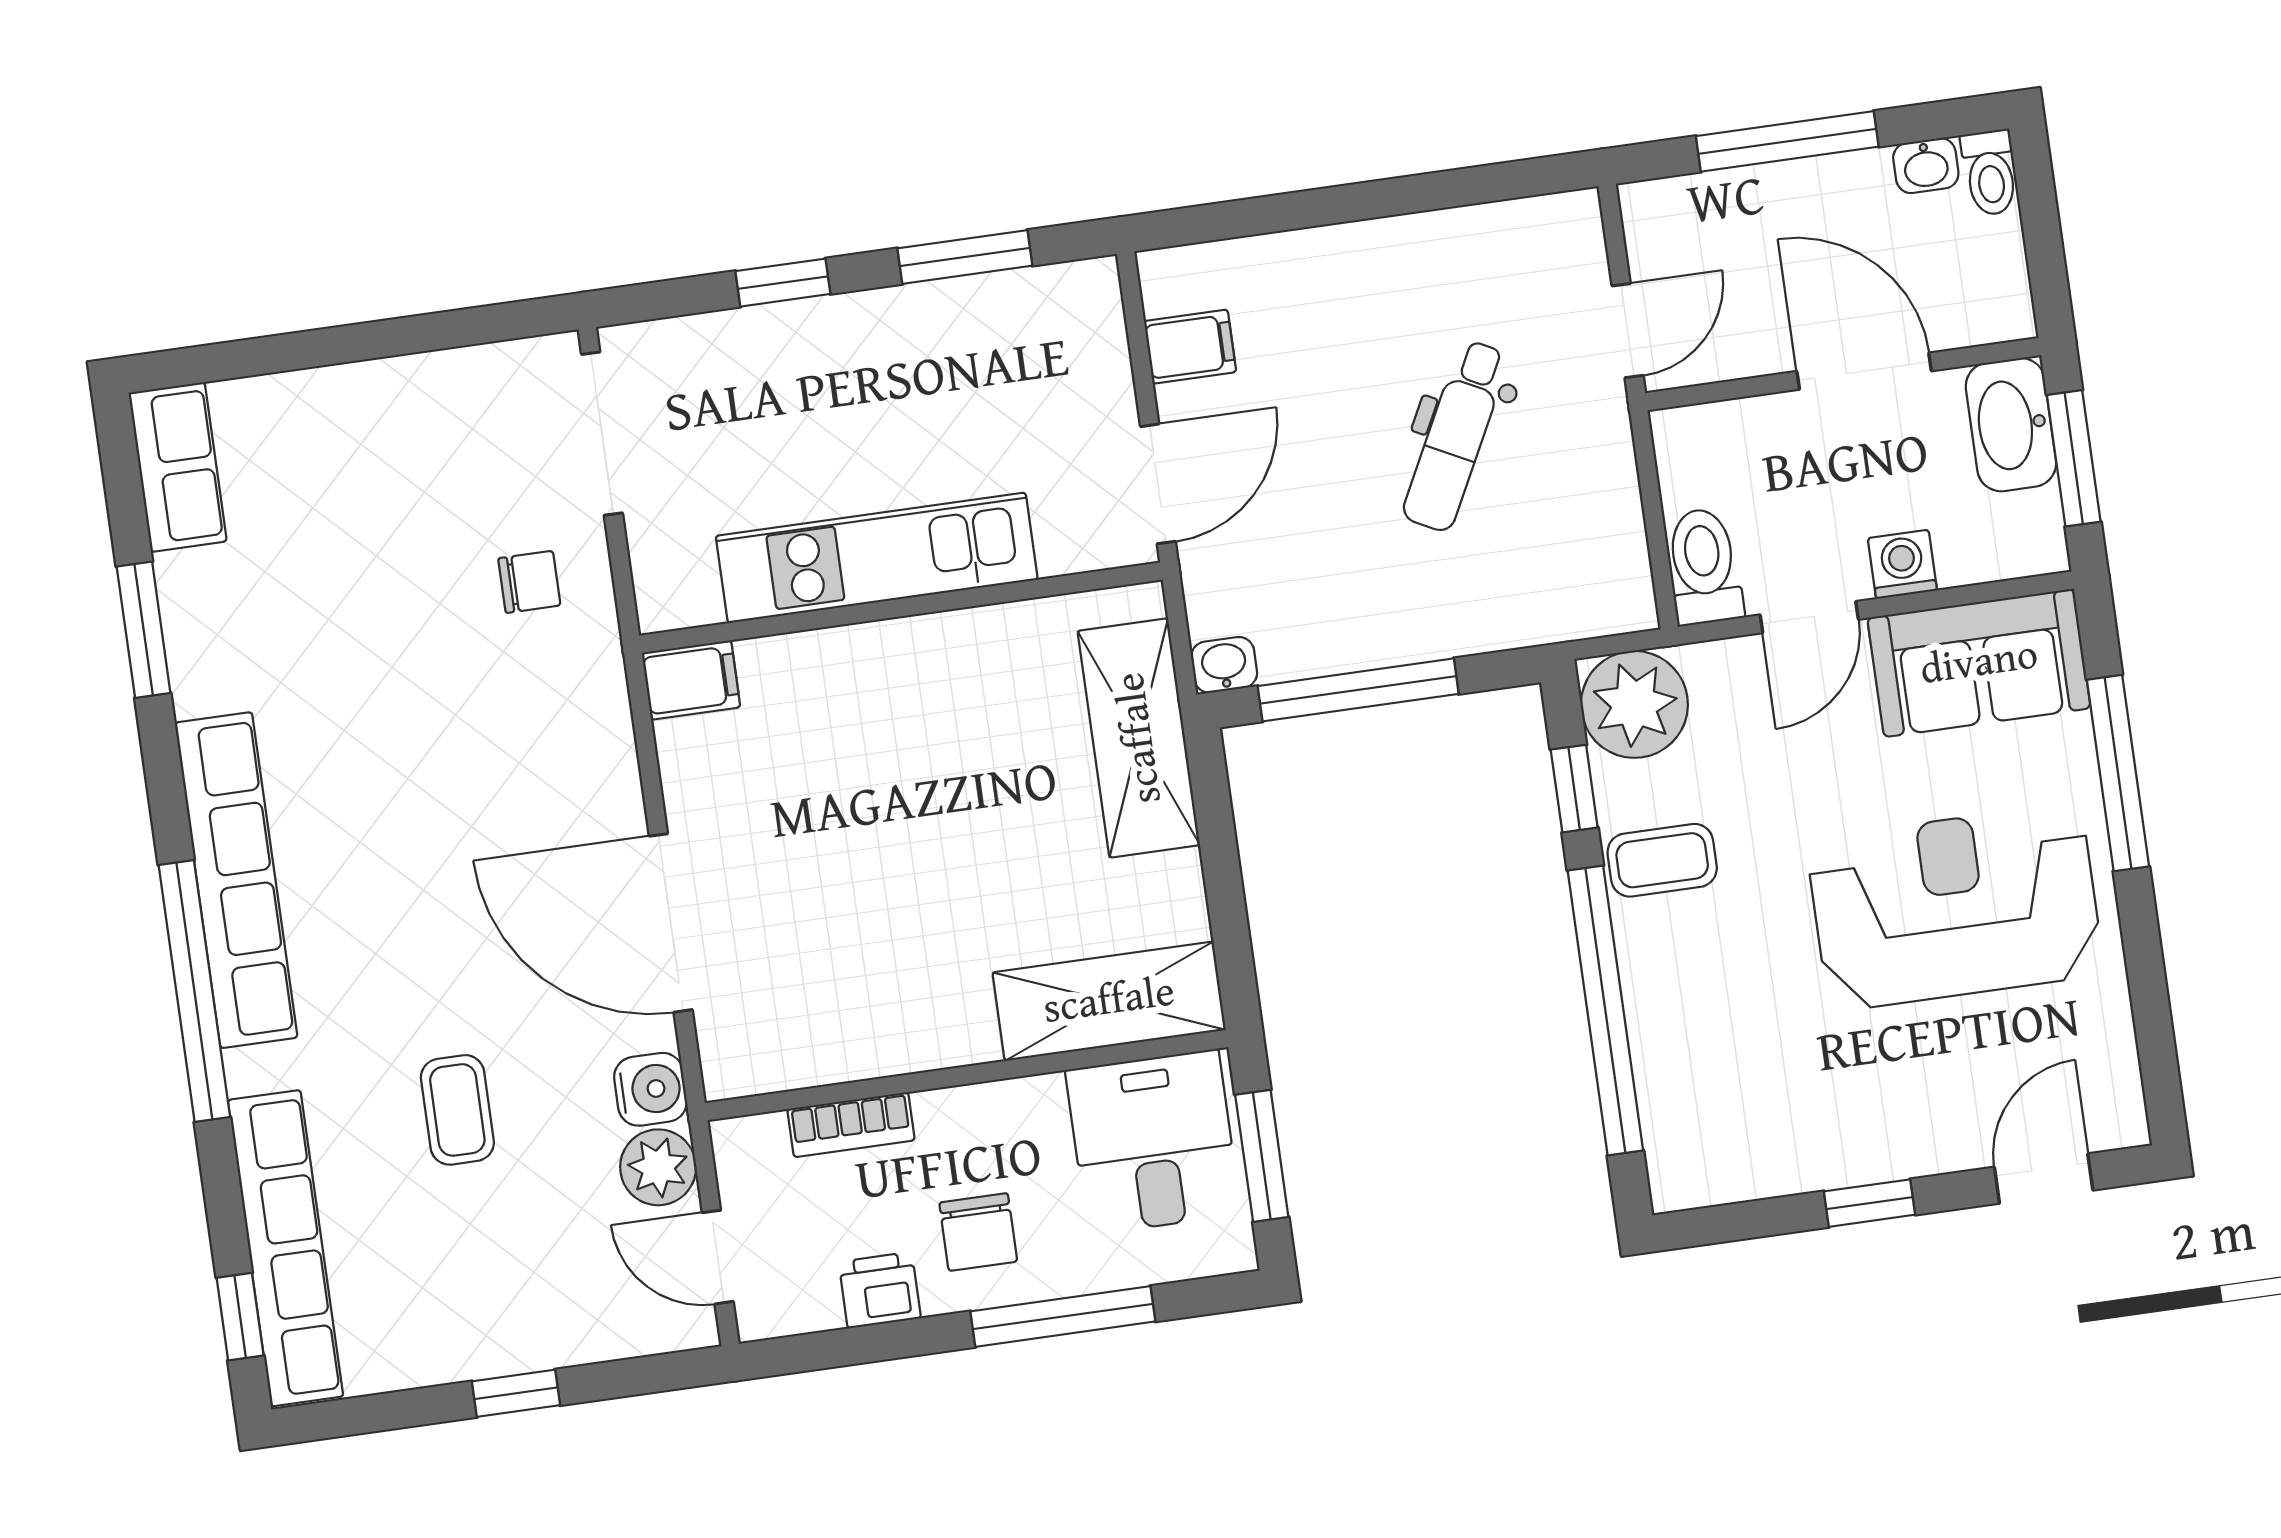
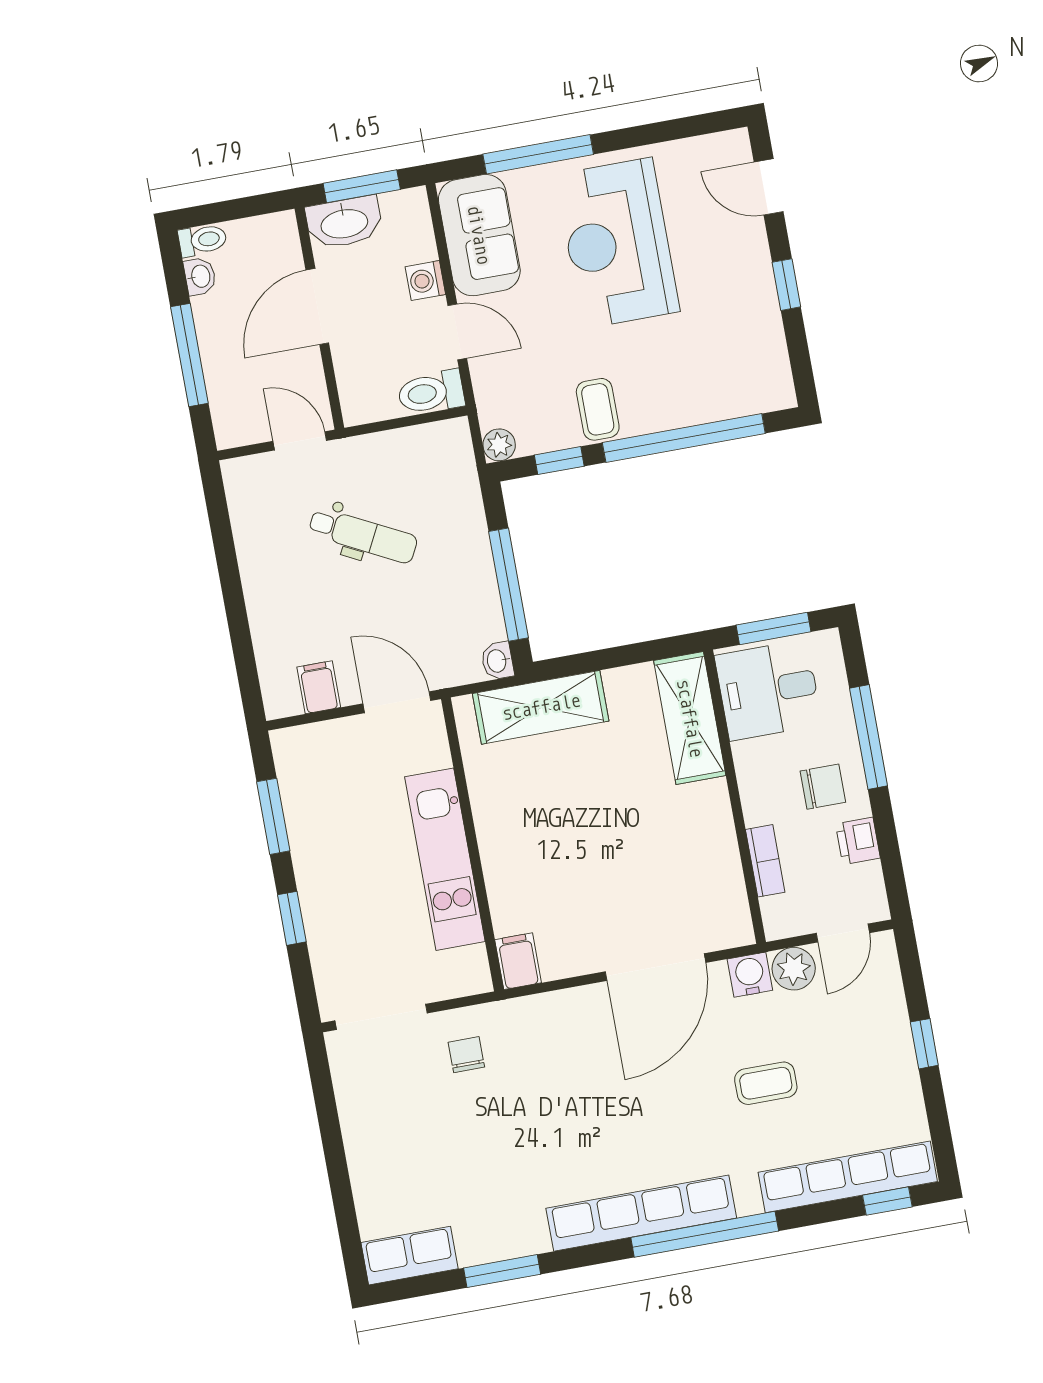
plant: (1634, 704) -> (499, 445), width x0.53, depth x0.53

